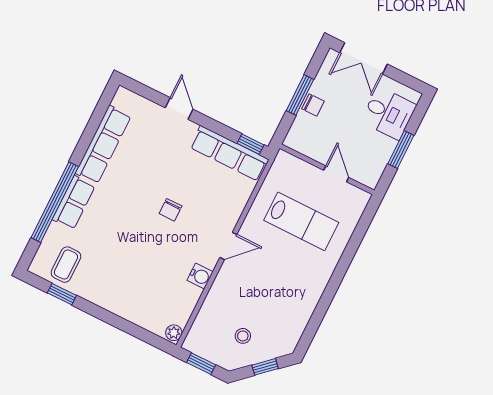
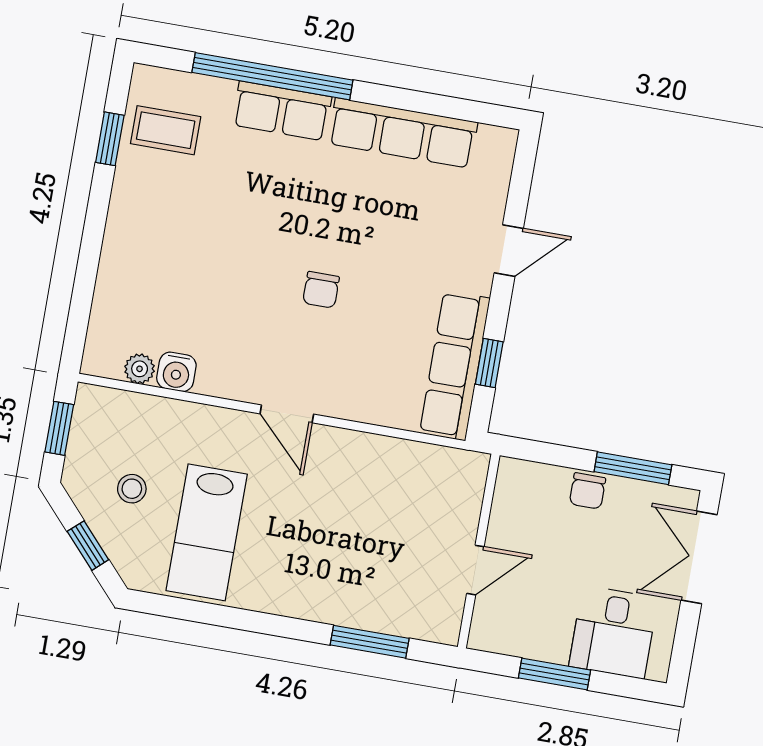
window: (300, 95) -> (633, 468), moved
window: (250, 144) -> (489, 363), moved
chair: (171, 210) -> (321, 290), turned -90
lab bench: (301, 221) -> (207, 532), moved
window: (357, 238) -> (370, 642), added
water cooler: (200, 276) -> (176, 372), moved
plant: (174, 333) -> (140, 369), moved

